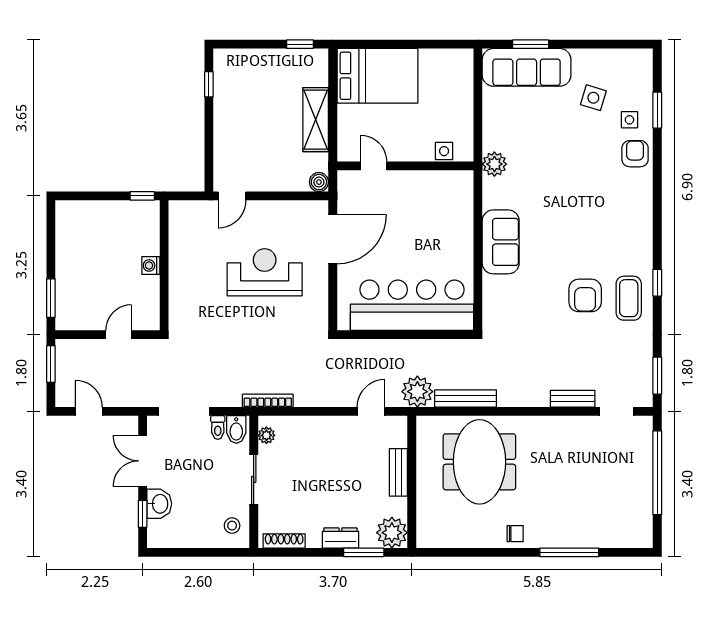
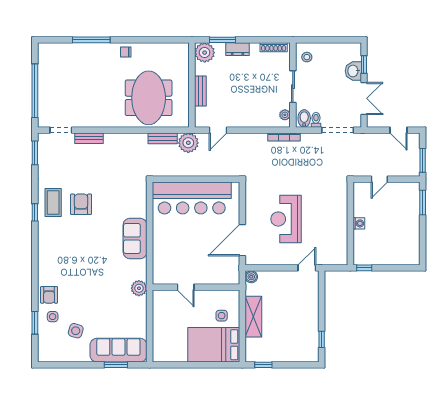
side table: (444, 151) -> (222, 316), moved
door: (374, 166) -> (186, 287), moved
reception desk: (265, 272) -> (286, 219), turned 90
bench: (466, 399) -> (163, 138), width x0.73

